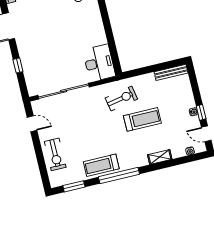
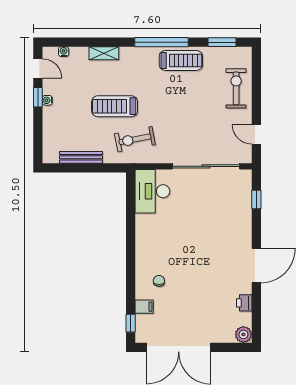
window: (18, 65) -> (256, 199), moved
bench: (171, 72) -> (81, 157), moved

